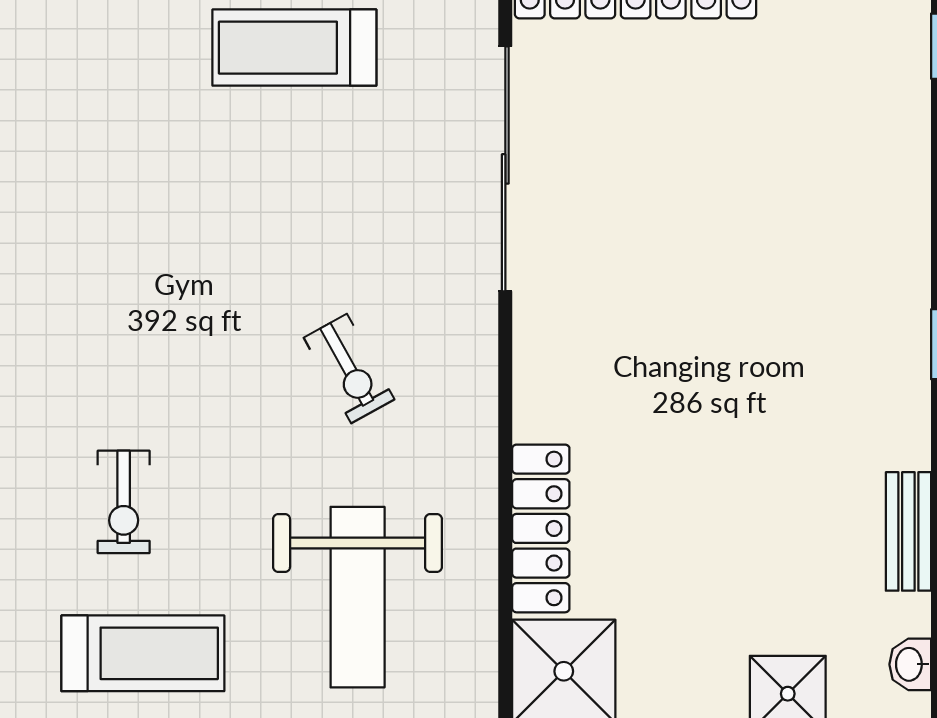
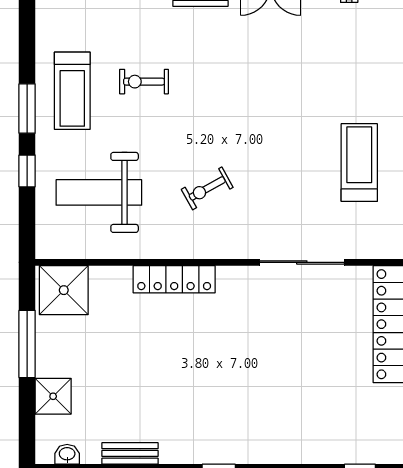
sliding door: (505, 169) -> (302, 262), width x0.73
locker: (541, 528) -> (174, 279), moved

